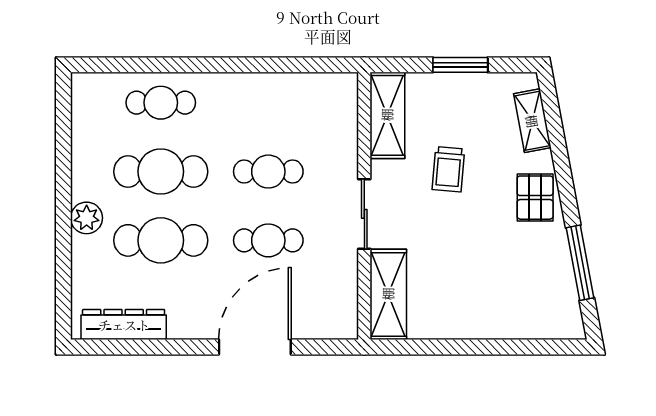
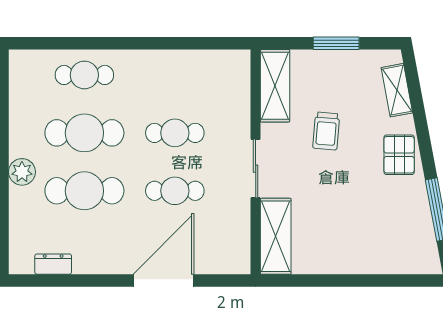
dresser: (124, 325) -> (53, 264), width x0.51, depth x0.80

